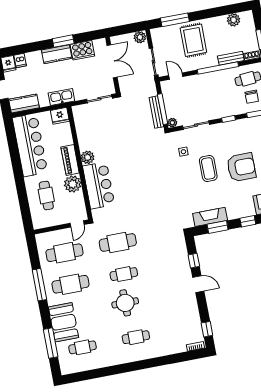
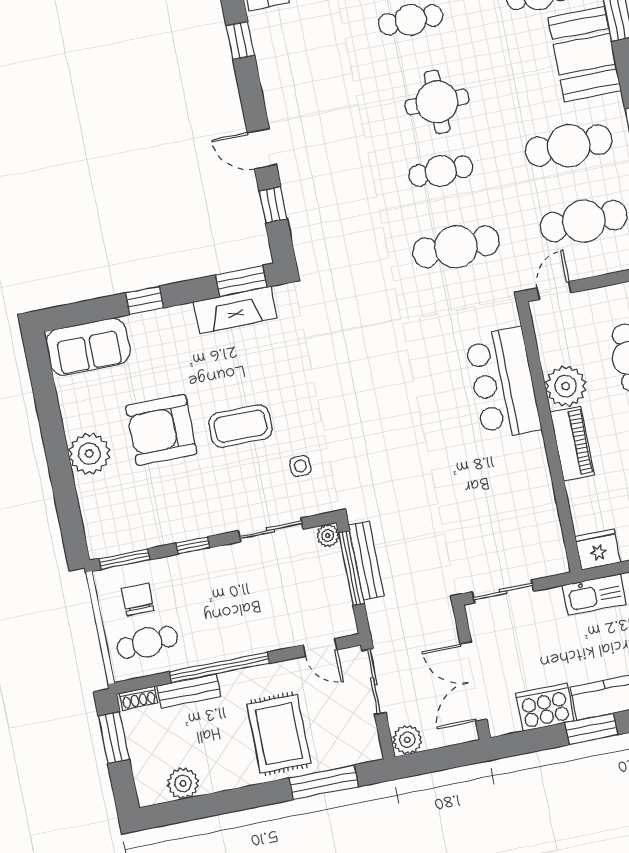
plant: (88, 157) -> (530, 450), removed
coffee table: (208, 168) -> (240, 426), turned 90
window: (218, 227) -> (241, 281), moved

